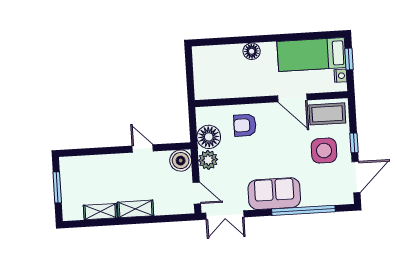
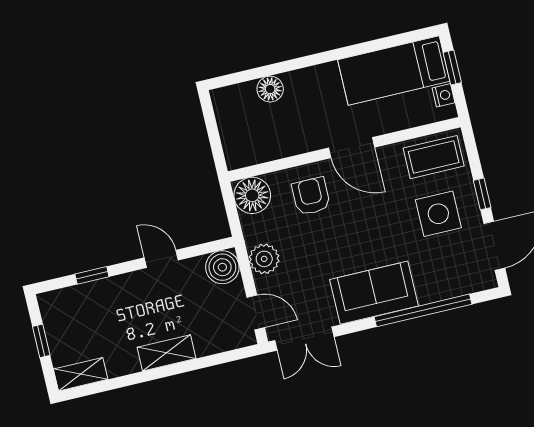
floor lamp: (252, 51) -> (270, 89), moved
door: (292, 98) -> (352, 148), moved
armchair: (245, 125) -> (311, 196), turned 90
floor lamp: (209, 137) -> (252, 195), moved
window: (97, 151) -> (92, 275), added
window: (57, 187) -> (41, 341), width x0.67
shelving: (100, 212) -> (81, 374), moved

